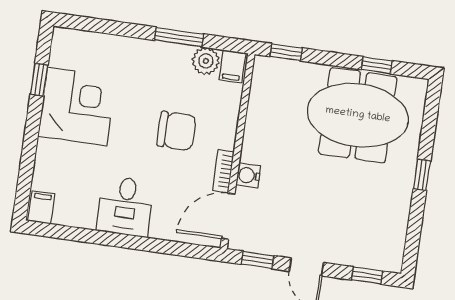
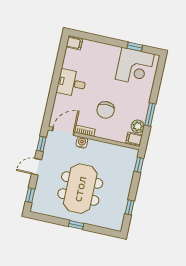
corner desk: (77, 107) -> (135, 67), moved
meeting table: (358, 115) -> (80, 189), moved
door: (228, 216) -> (63, 131), hinge flipped

